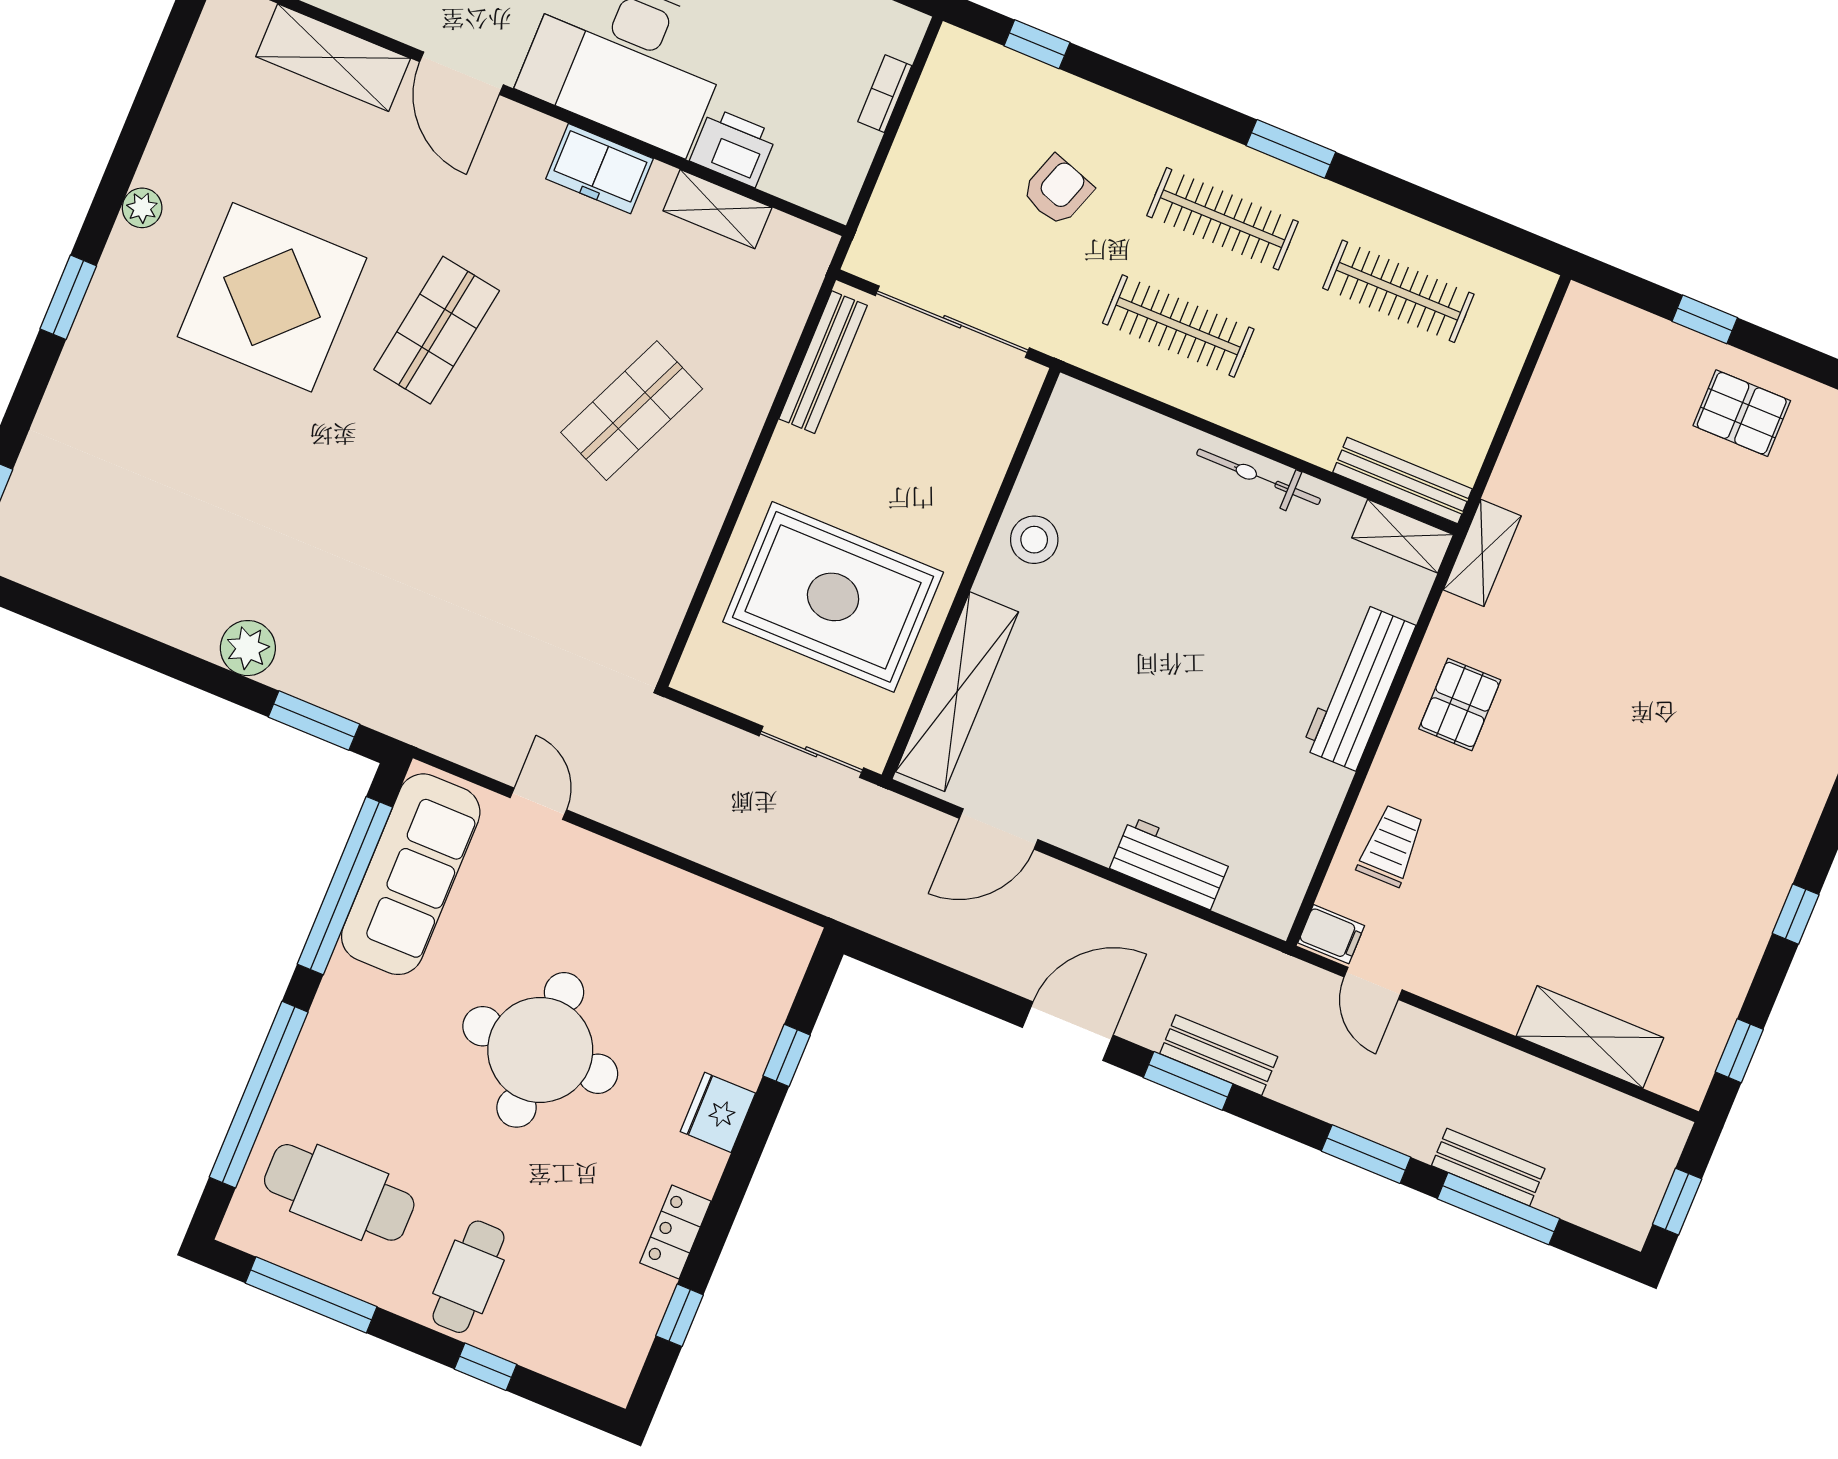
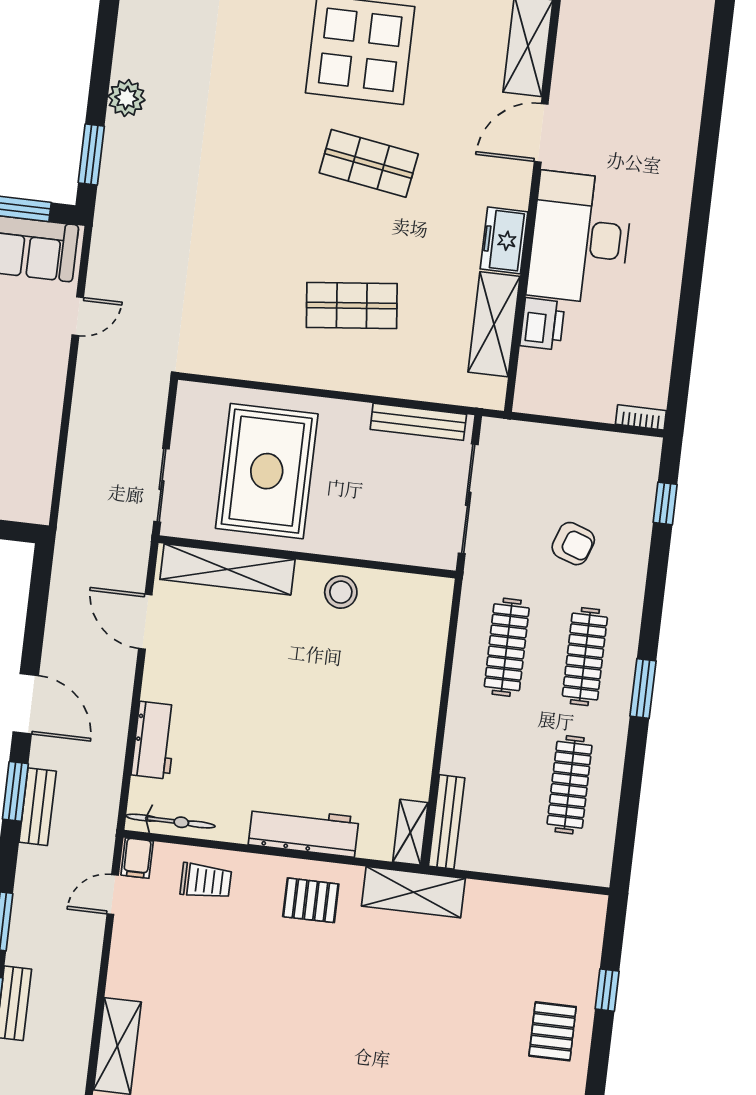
bookcase: (885, 94) -> (641, 417), moved
shelving: (717, 209) -> (494, 324), width x1.50, depth x1.33
shop shelf: (632, 411) -> (352, 305), turned -30
bicycle: (1259, 477) -> (171, 821), moved, turned 90
shelving: (1482, 553) -> (413, 892), width x1.50, depth x1.33

